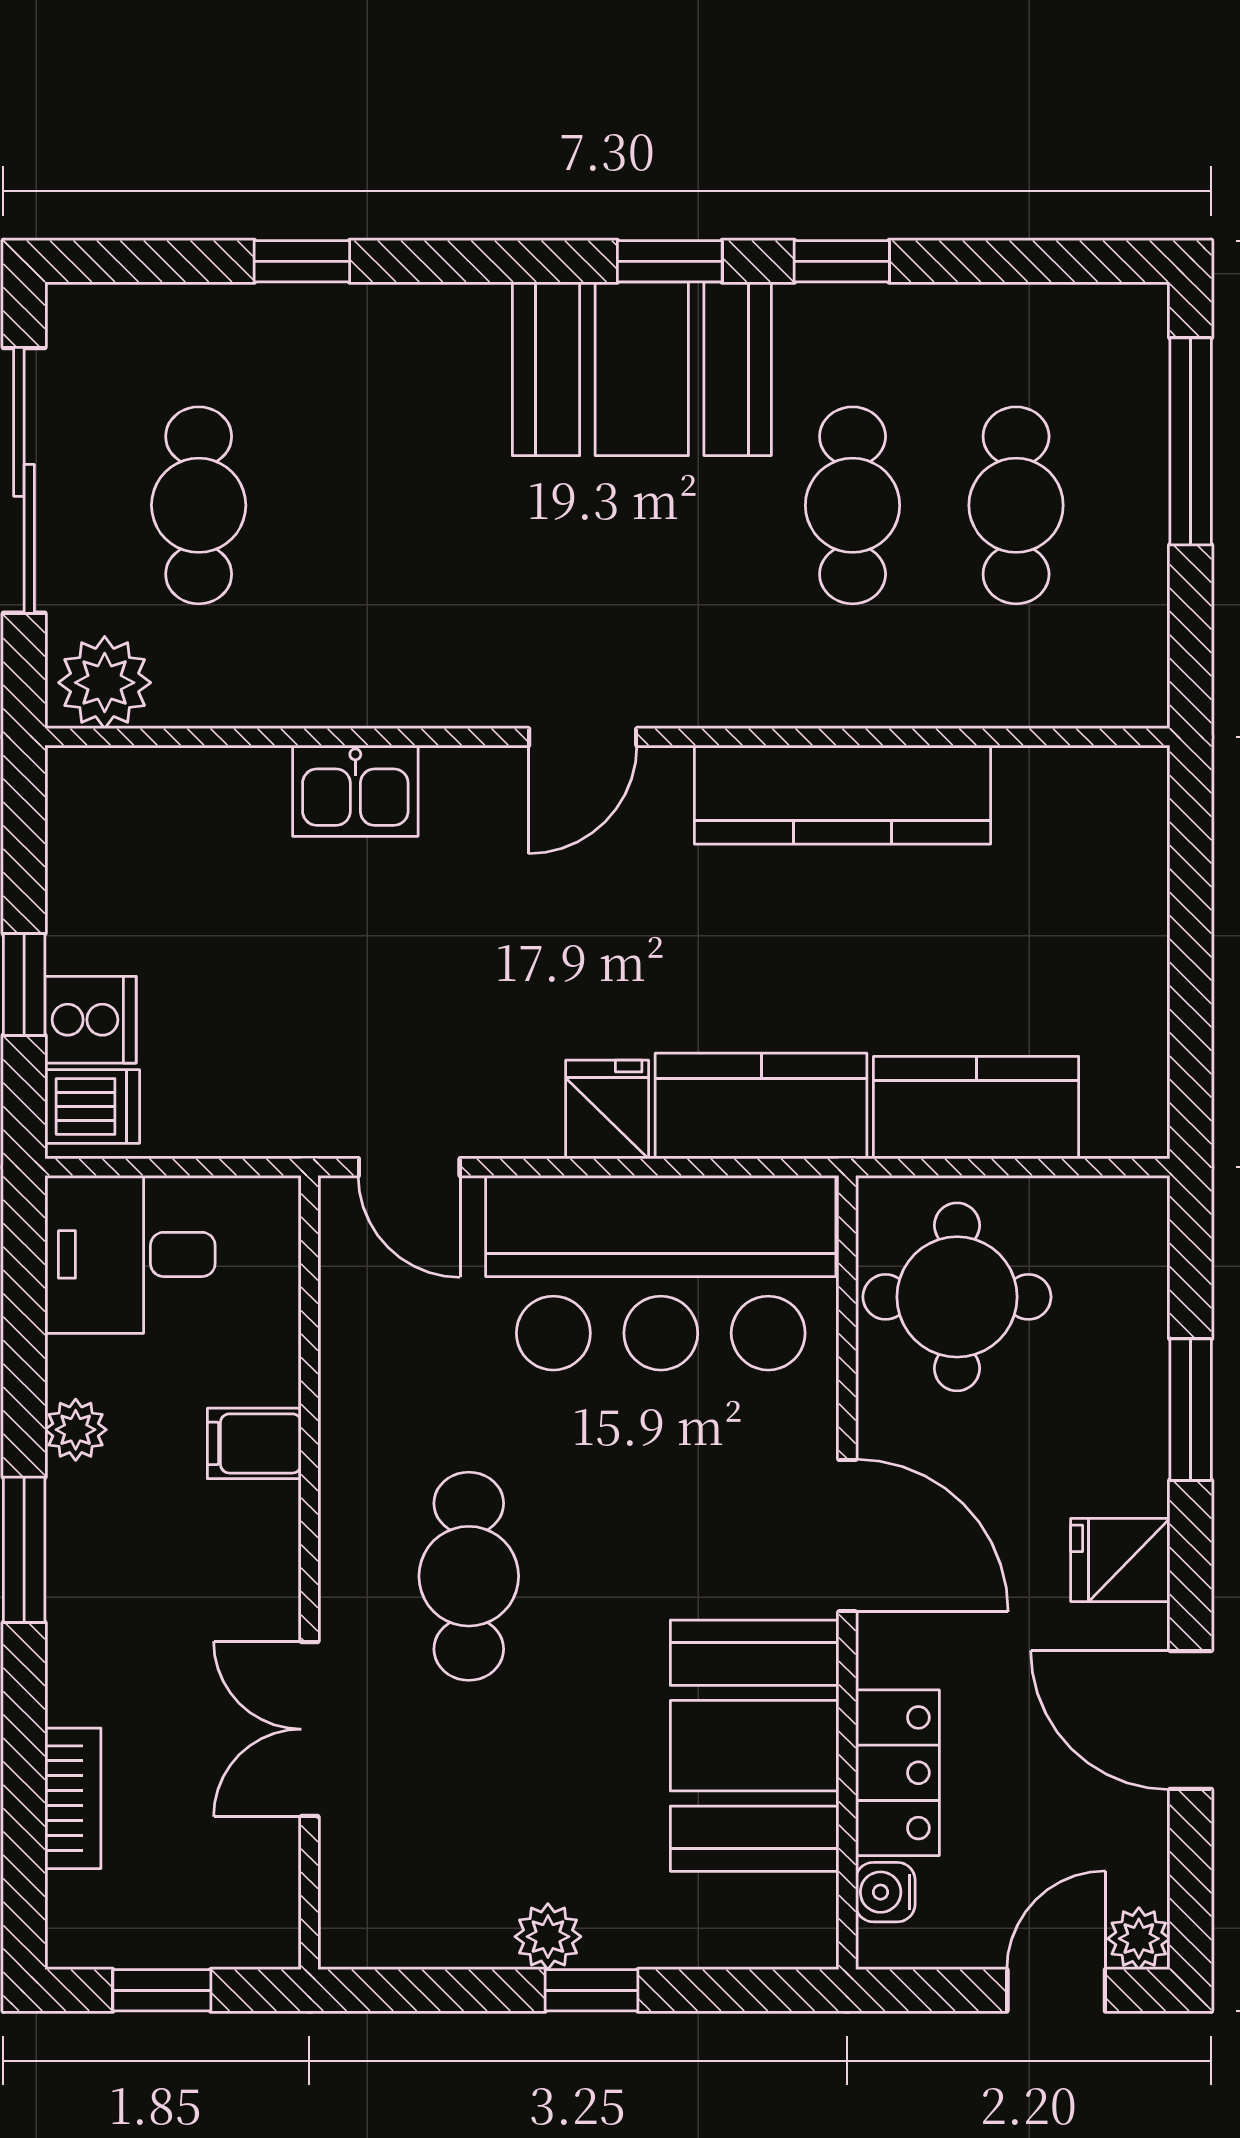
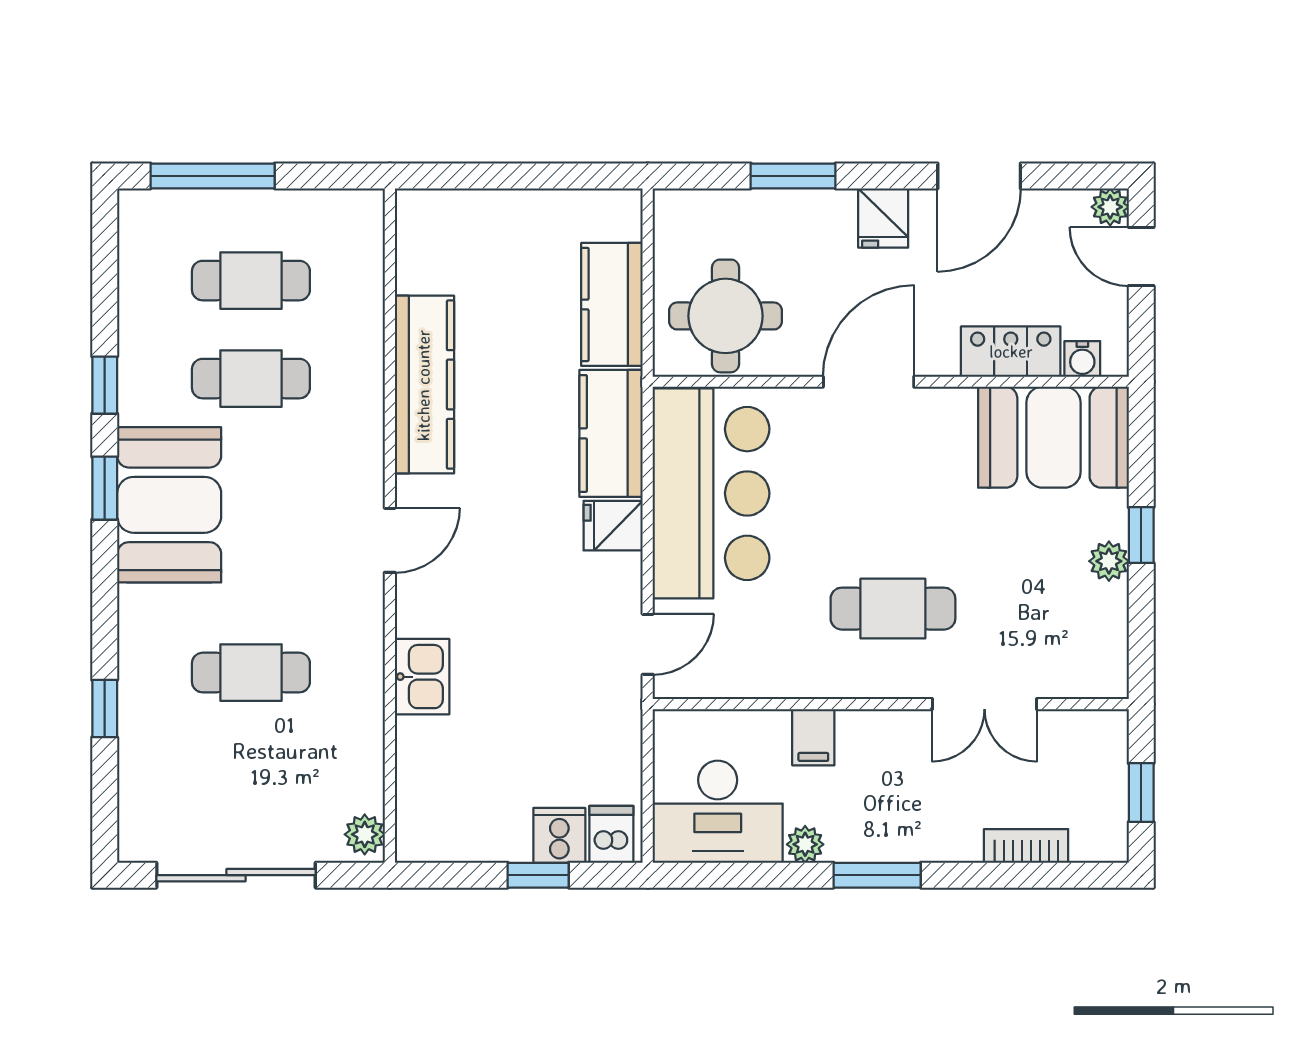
cafe table: (199, 505) -> (251, 673), moved
plant: (105, 683) -> (365, 834), width x0.73, depth x0.73
door: (583, 737) -> (390, 540), hinge flipped
desk: (130, 1254) -> (718, 812), width x1.37
booth: (755, 1746) -> (1053, 437), moved

